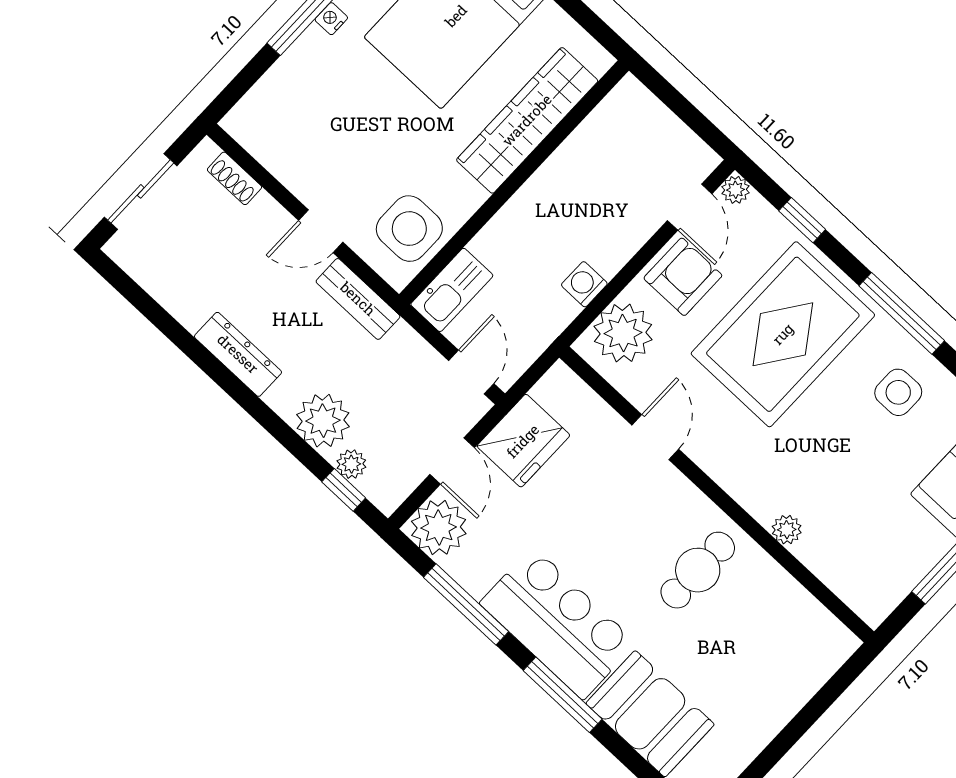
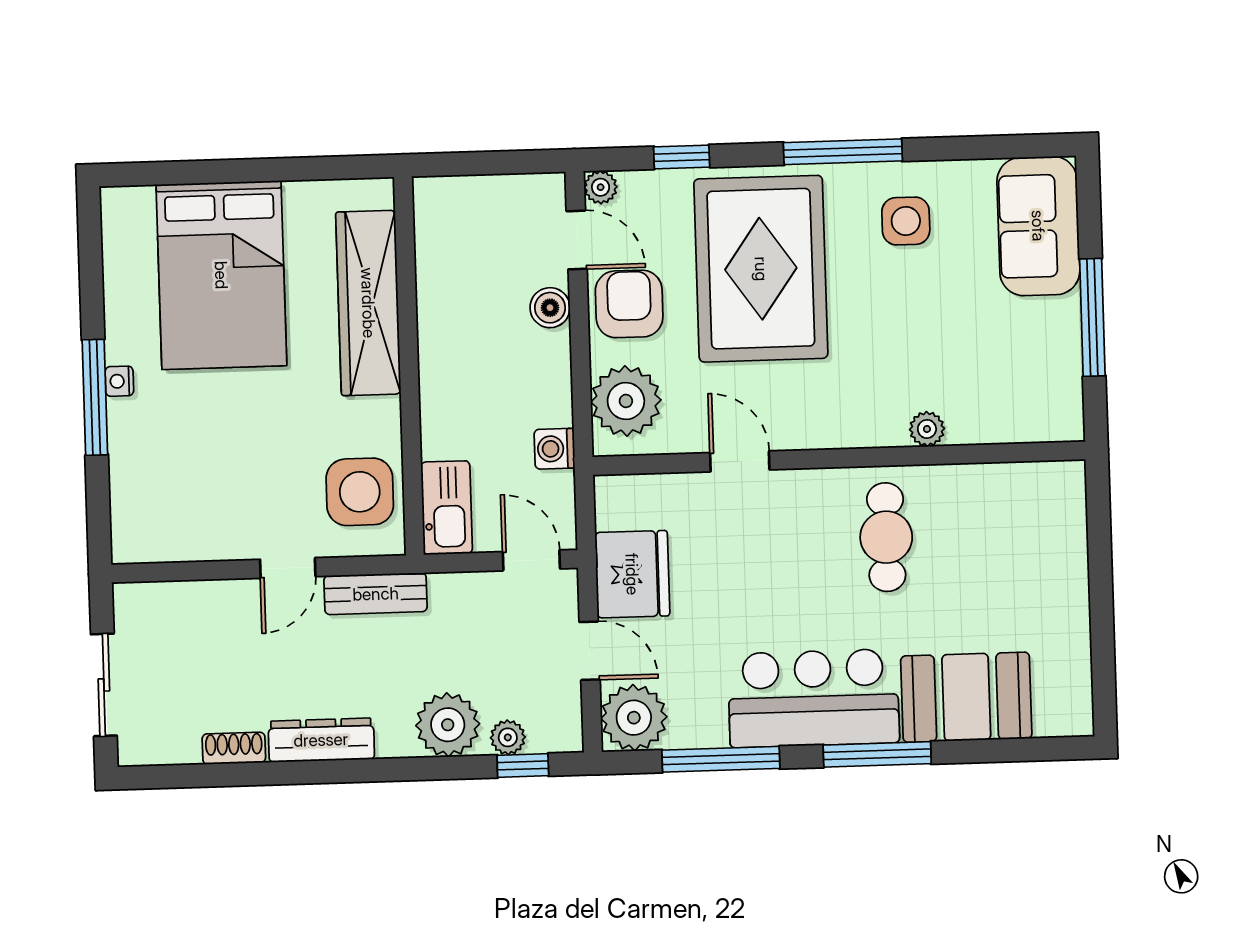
shoe rack: (235, 178) -> (234, 748), moved, turned 180
boiler: (633, 232) -> (550, 308), added
washing machine: (584, 284) -> (555, 449), moved

